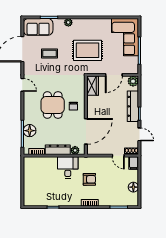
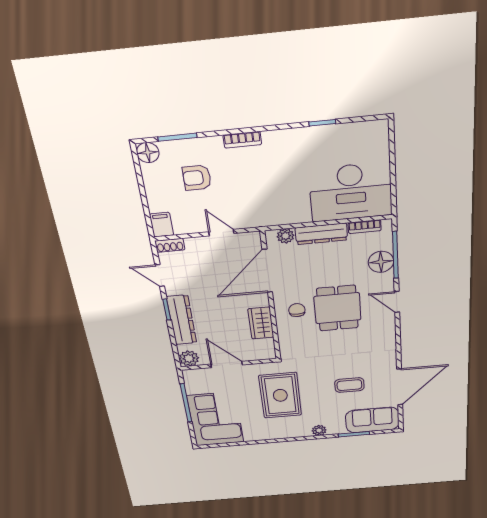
rug: (87, 50) -> (280, 395), turned 90
door: (114, 75) -> (227, 365), hinge flipped
door: (22, 85) -> (397, 302), moved
wardrobe: (93, 86) -> (261, 323), moved
door: (118, 156) -> (221, 233), moved
desk: (68, 167) -> (351, 192), moved, width x1.87, depth x1.30
armchair: (89, 179) -> (197, 178), moved
floor lamp: (133, 187) -> (148, 153), moved

